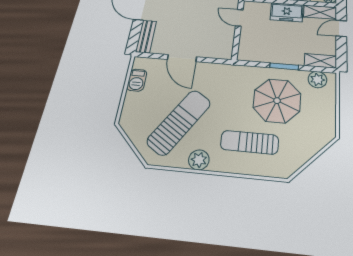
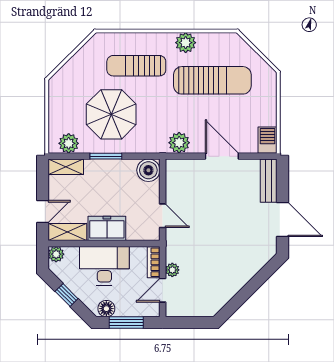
boiler: (247, 52) -> (148, 170), added
plant: (218, 72) -> (179, 143), added
barbecue: (137, 80) -> (268, 140), moved
sun lounger: (179, 122) -> (212, 80), turned -123
sun lounger: (250, 142) -> (136, 66), turned 180

